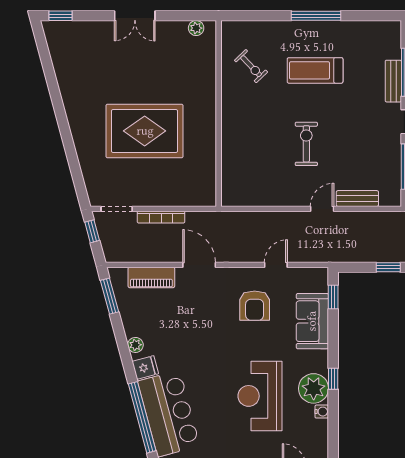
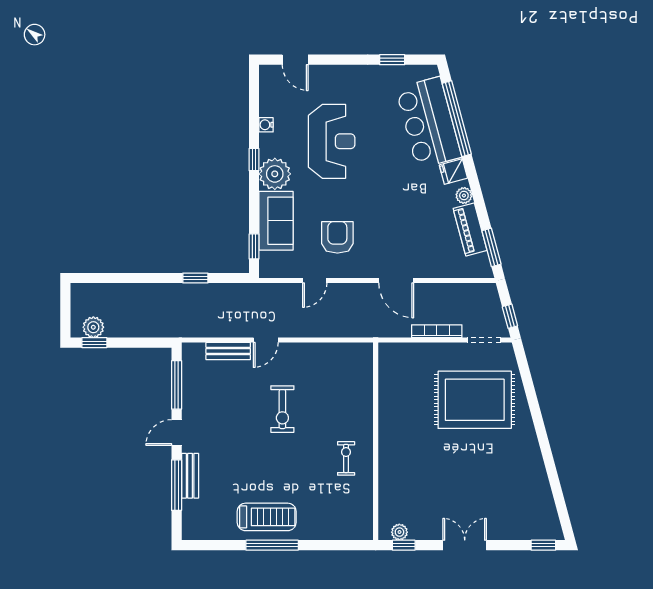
window: (192, 16) -> (404, 545), added
exercise bike: (251, 66) -> (346, 458), moved, turned 44
treadmill: (315, 70) -> (267, 517), moved
rug: (145, 131) -> (475, 400), moved
piano: (151, 277) -> (470, 229), moved, turned -105
plant: (314, 388) -> (275, 174), moved

